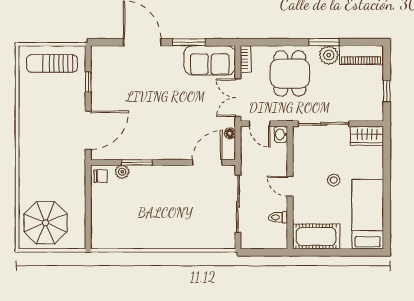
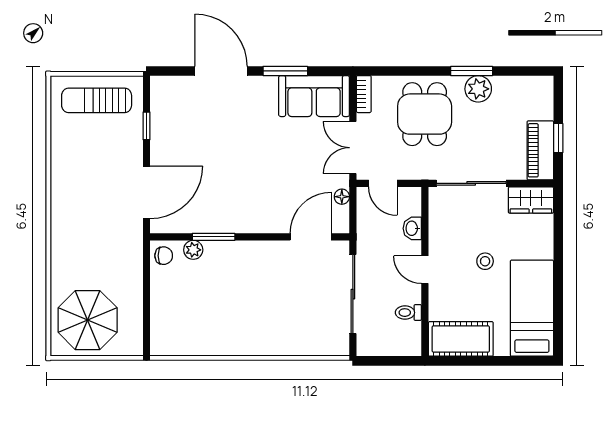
piano: (361, 55) -> (540, 150), moved, turned 90
washbasin: (281, 134) -> (412, 228), moved

